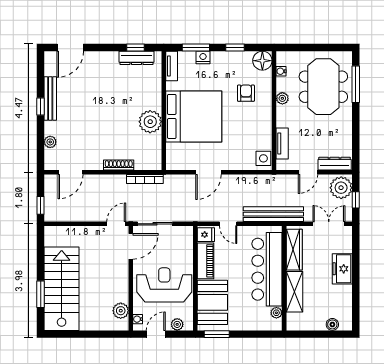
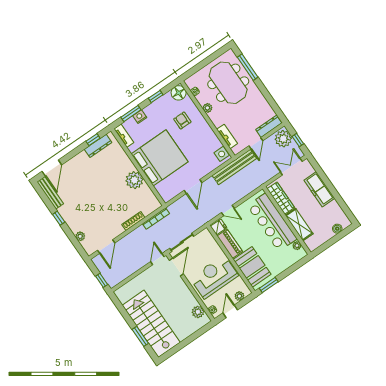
bench: (50, 98) -> (50, 193), moved
bench: (273, 214) -> (234, 167), moved
freezer: (342, 269) -> (319, 189), width x1.40

